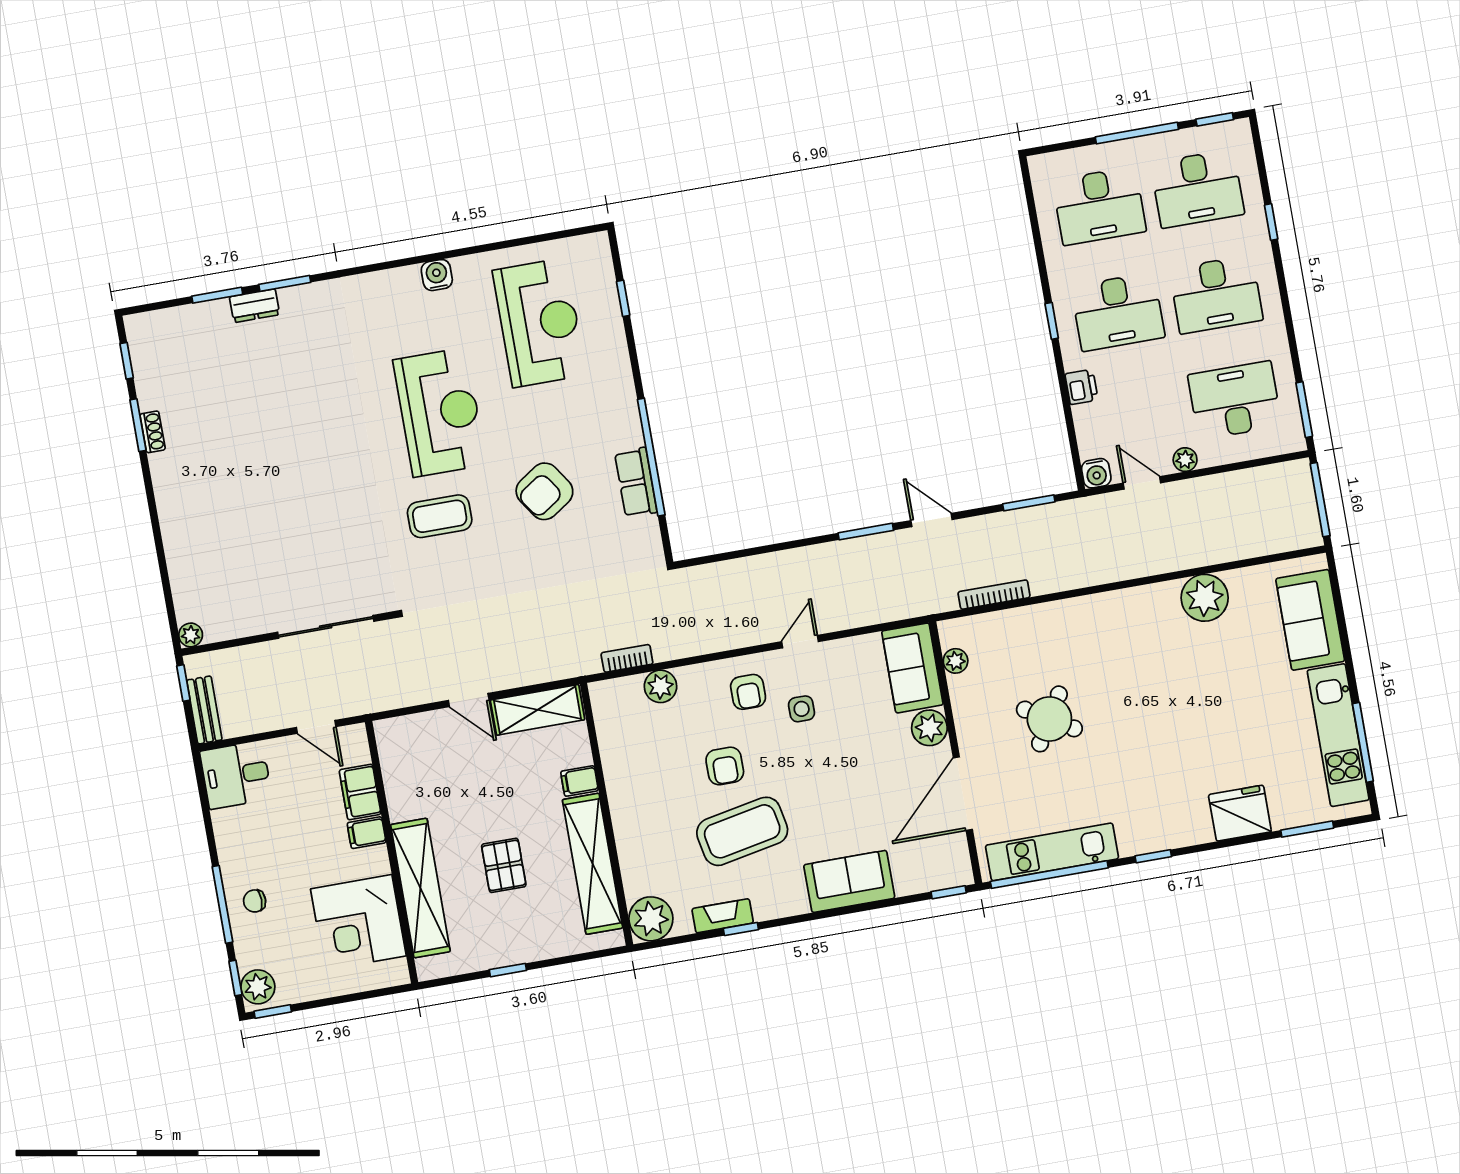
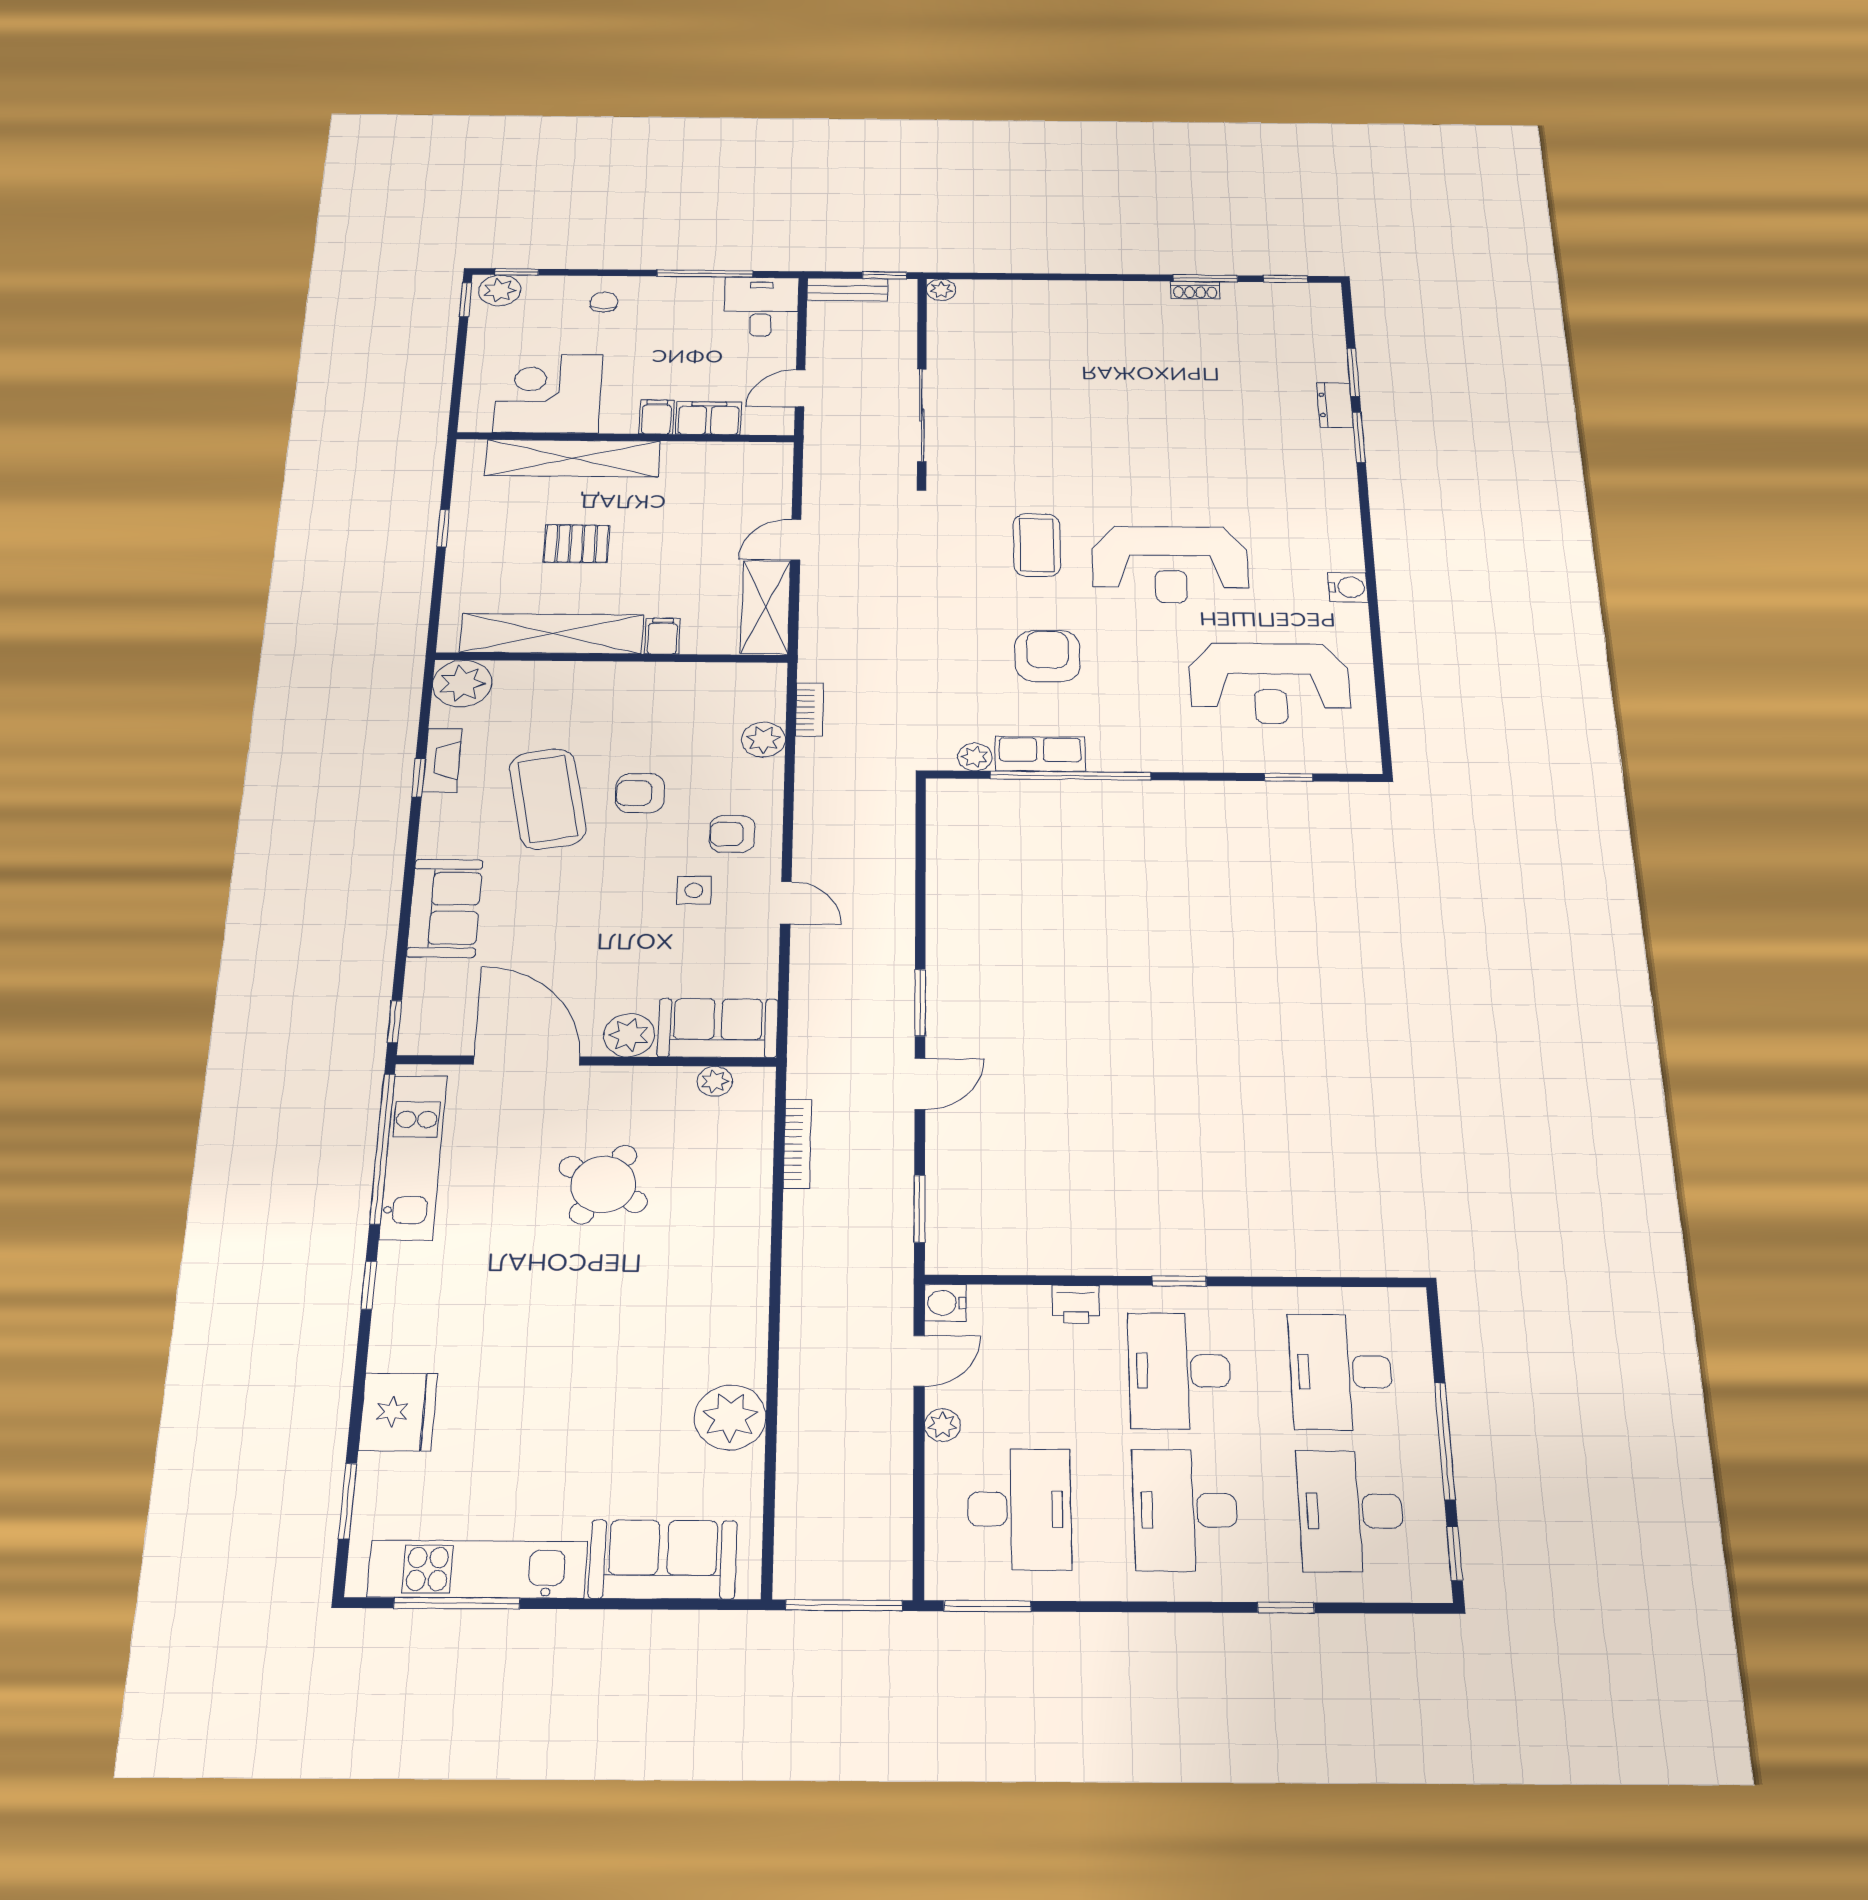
armchair: (544, 491) -> (1047, 656), turned 34
plant: (647, 530) -> (975, 757), added
window: (222, 904) -> (705, 274), moved

